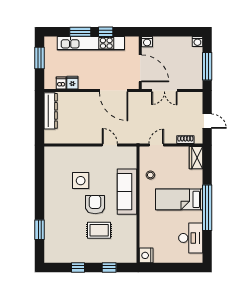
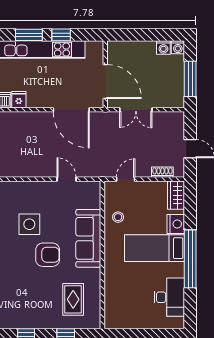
washing machine: (147, 42) -> (163, 48), moved
armchair: (95, 205) -> (48, 255), turned 90
rug: (99, 230) -> (73, 299), moved, turned 90
nightstand: (146, 255) -> (176, 224), moved, turned 180

